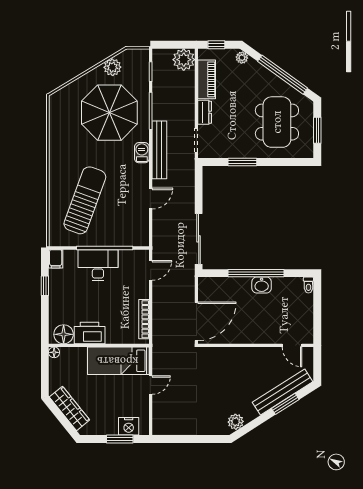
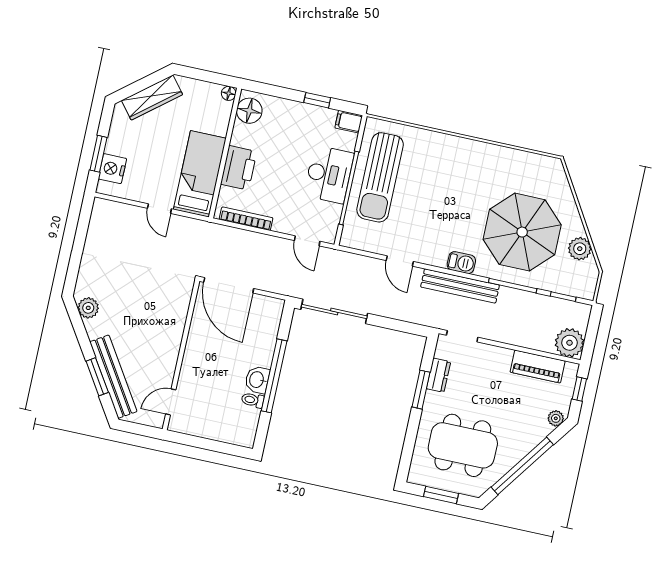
dresser: (205, 112) -> (439, 375), moved, turned -90
sun lounger: (85, 200) -> (380, 177), moved, turned 70
toilet: (308, 285) -> (253, 400), moved
printer: (90, 333) -> (239, 168), moved

